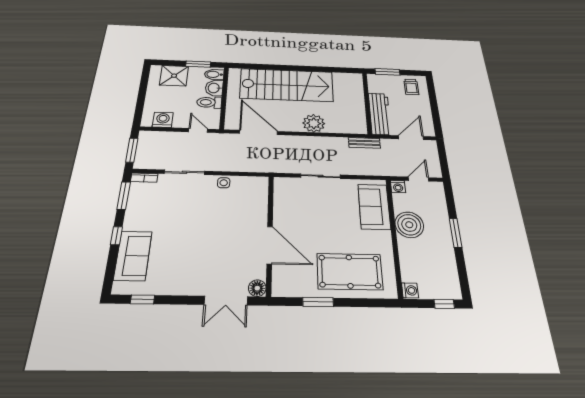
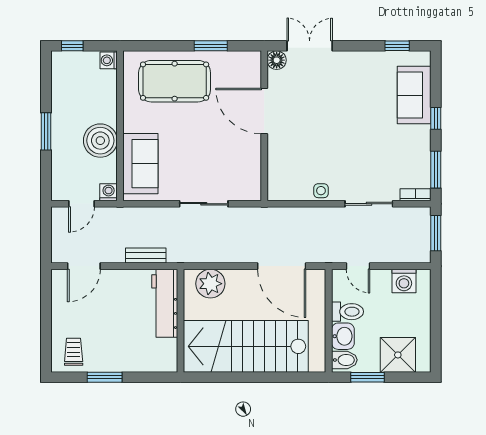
wall: (367, 103) -> (180, 321), moved
workbench: (380, 114) -> (165, 303), moved

